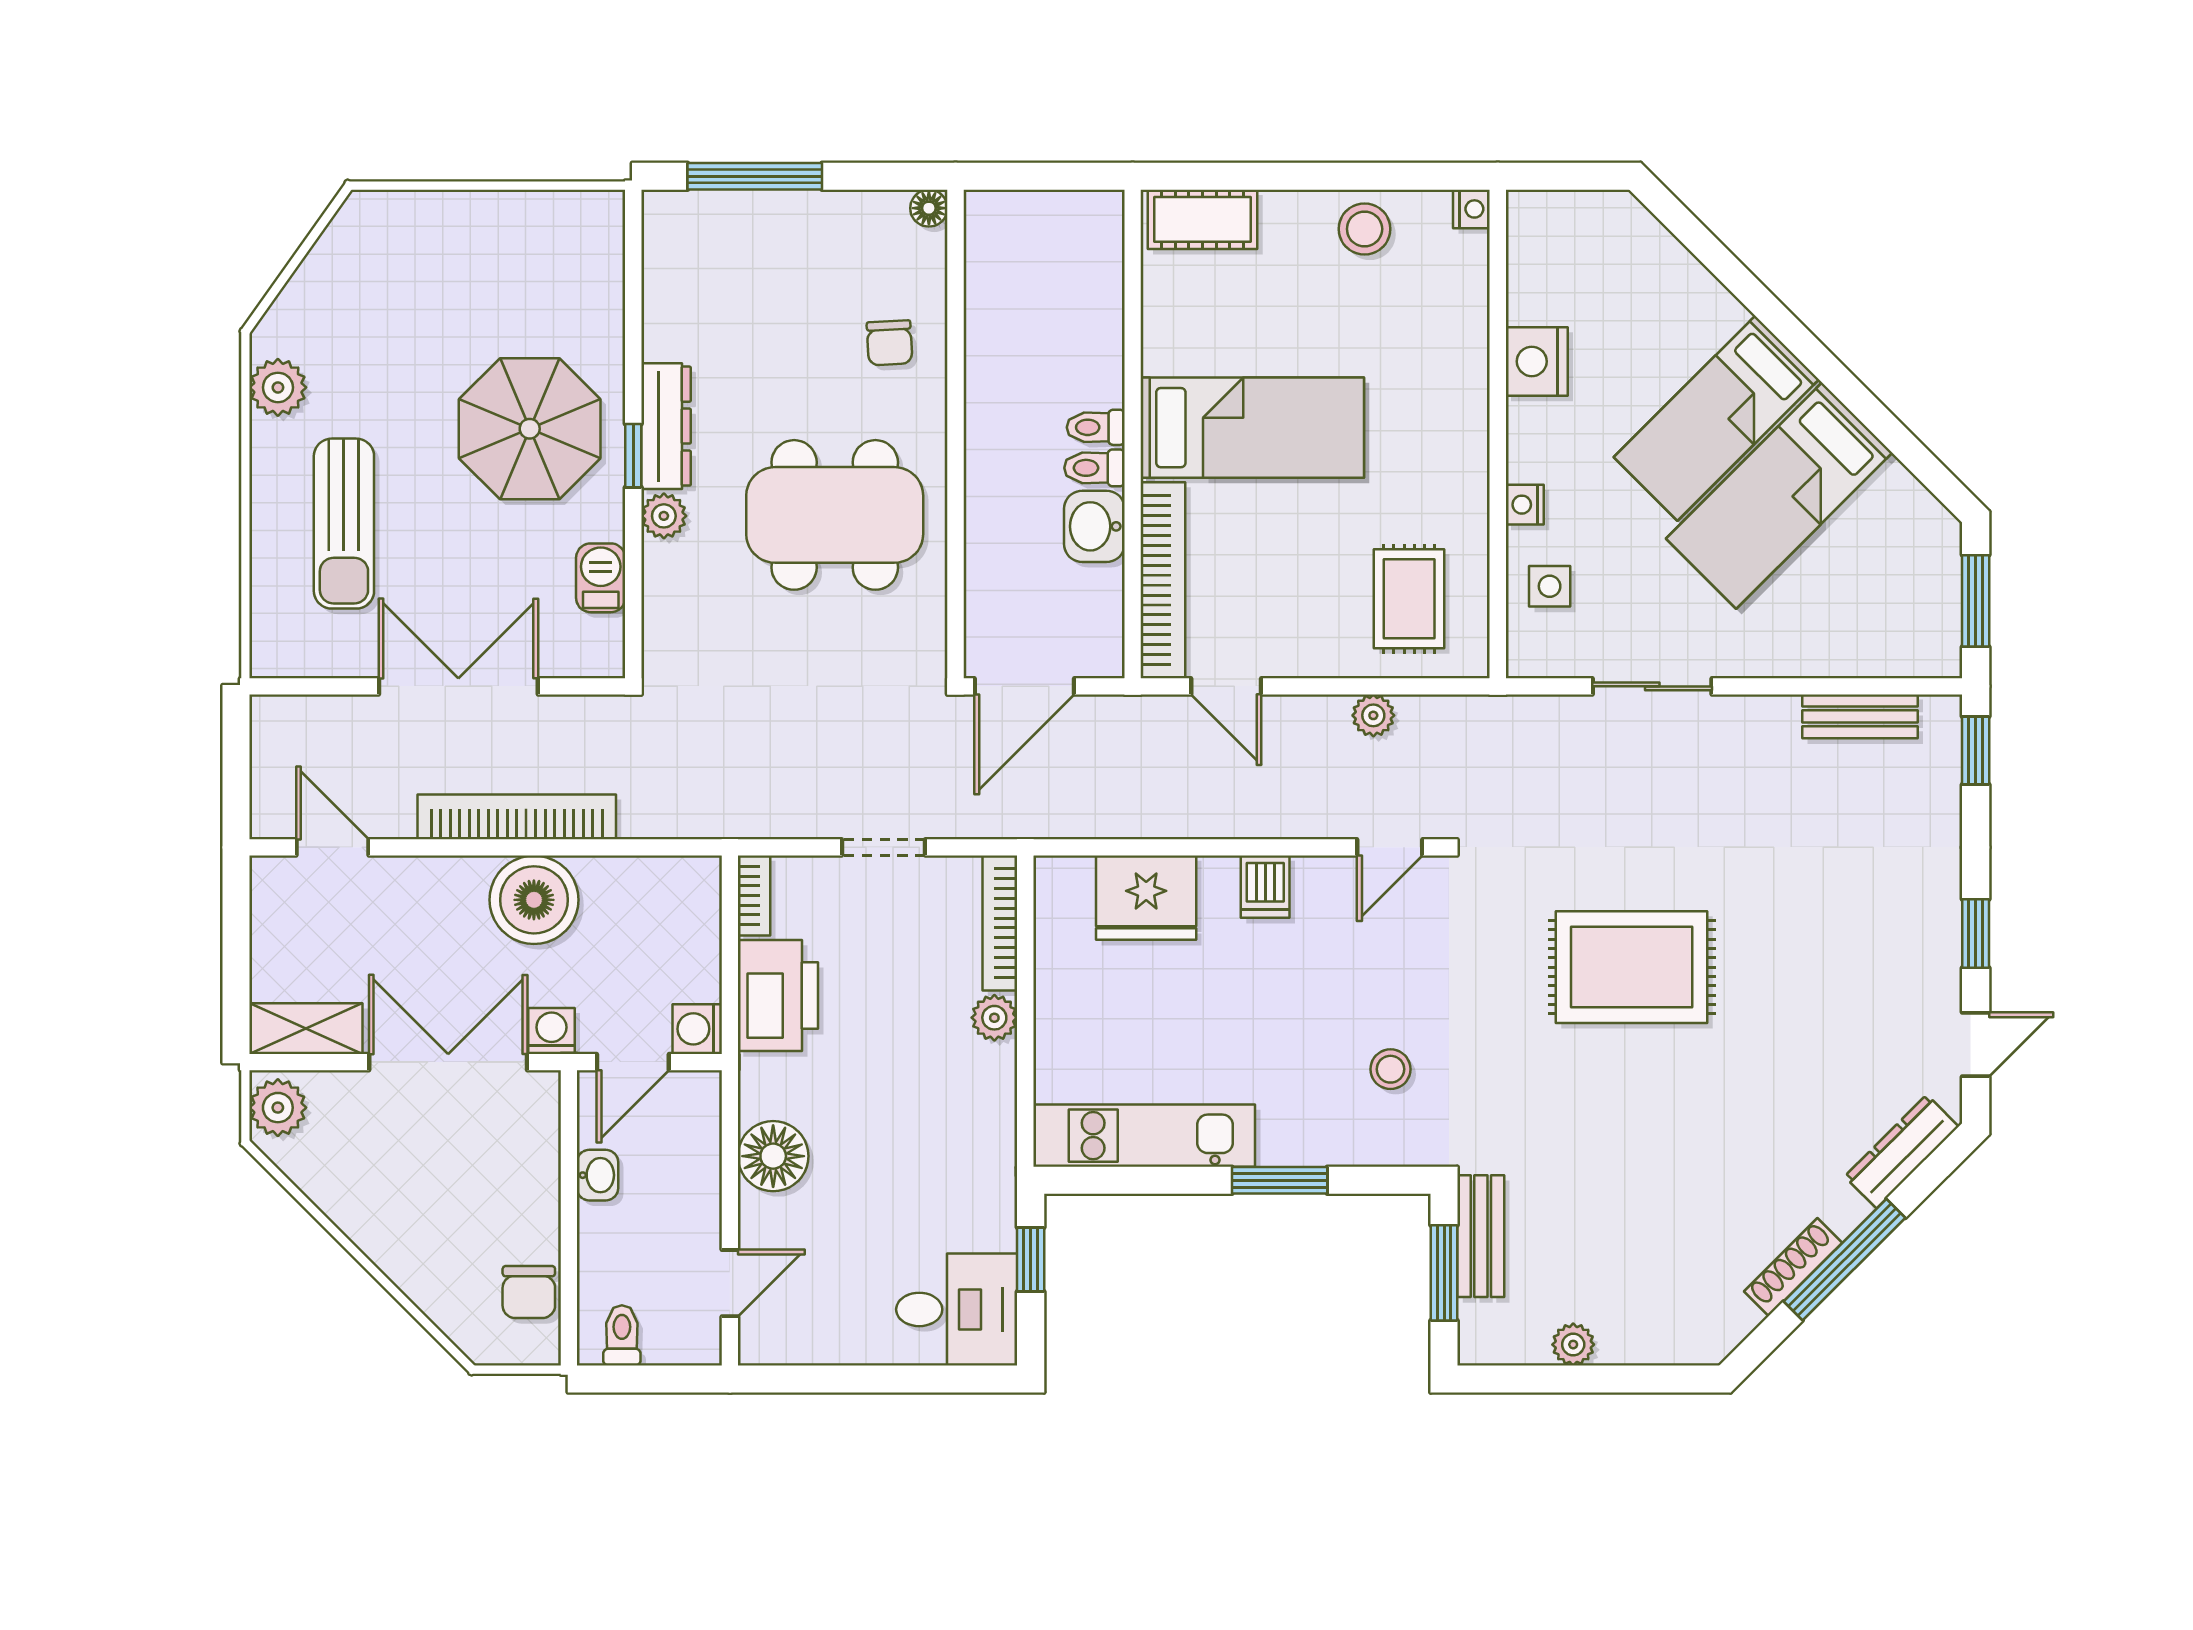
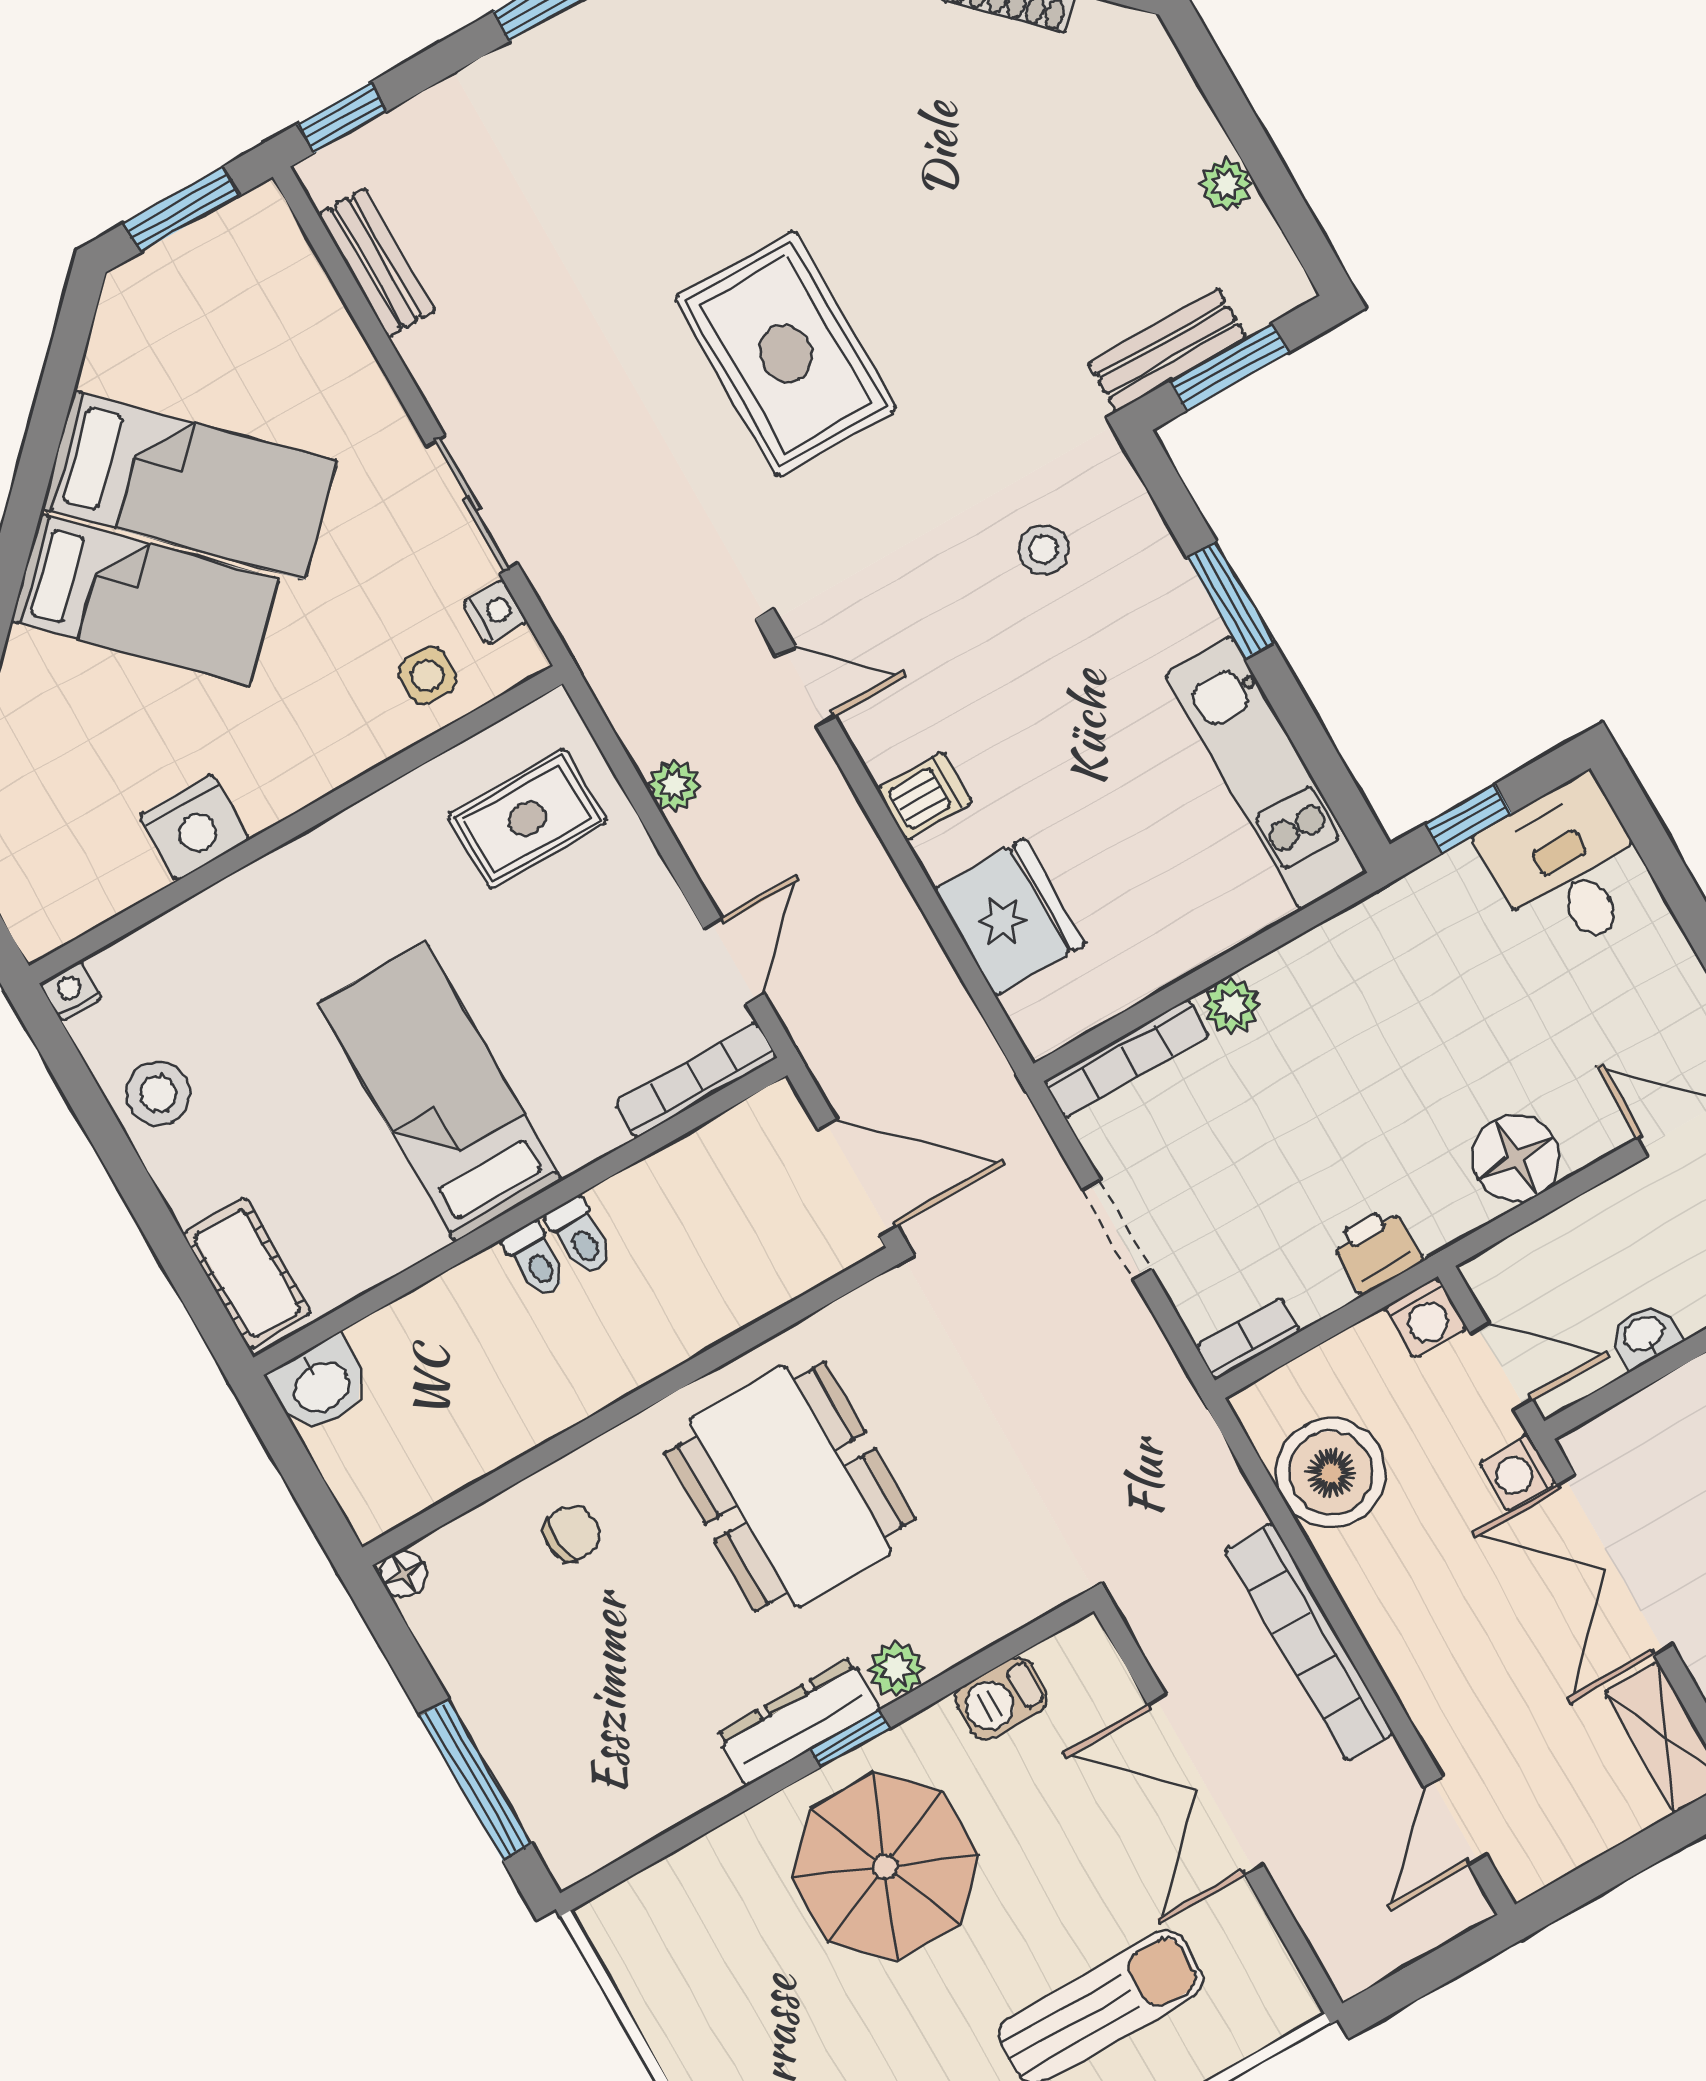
nightstand: (1525, 505) -> (495, 612), moved, turned -90
washbasin: (1094, 526) -> (320, 1386), moved
bookcase: (1163, 580) -> (696, 1080), width x0.68, depth x0.76
boiler: (534, 900) -> (1331, 1473), moved
printer: (778, 996) -> (1376, 1250), width x0.53, depth x0.68

